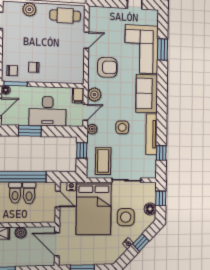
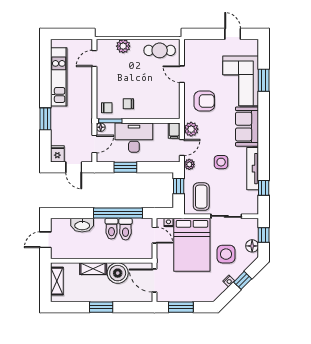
door: (86, 40) -> (182, 74), swing flipped
desk: (48, 111) -> (134, 138), moved, turned 180
boiler: (21, 233) -> (118, 273), width x1.86, depth x1.86

